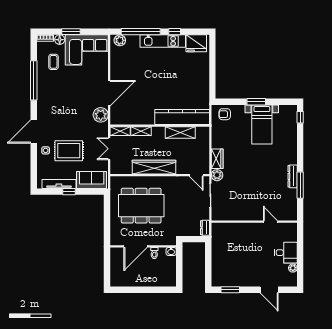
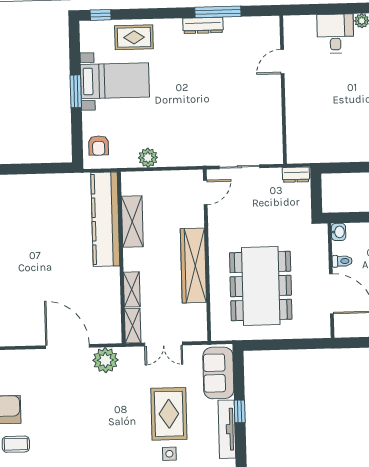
rug: (287, 136) -> (134, 37), added
wardrobe: (217, 159) -> (176, 157), removed
plant: (217, 175) -> (148, 158), moved

